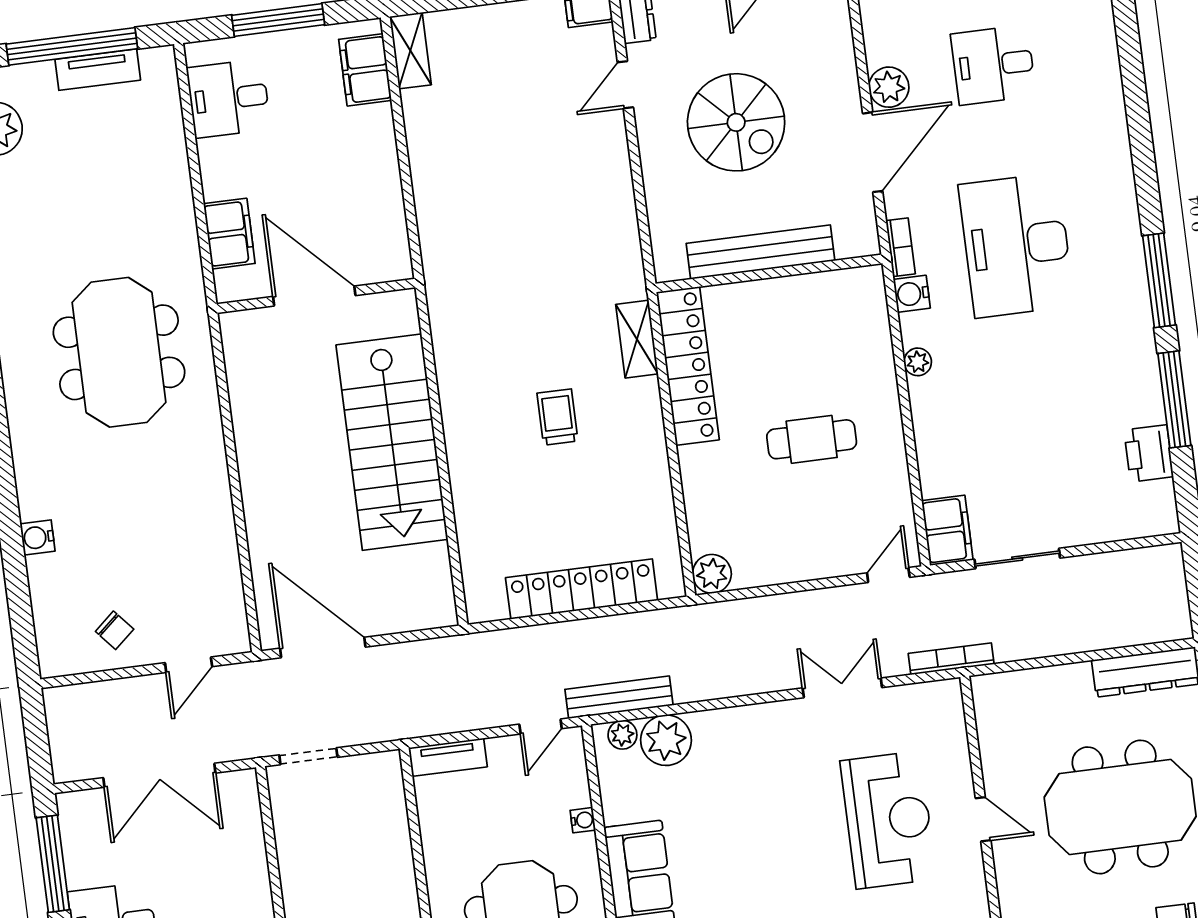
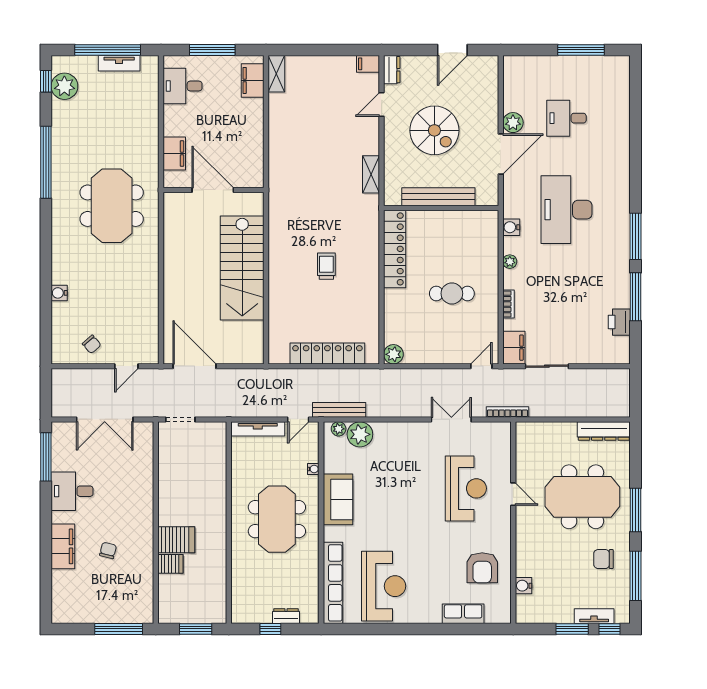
bookcase: (901, 247) -> (509, 304), moved
shelving: (637, 339) -> (371, 174), moved
tv unit: (448, 757) -> (258, 429), width x1.41

